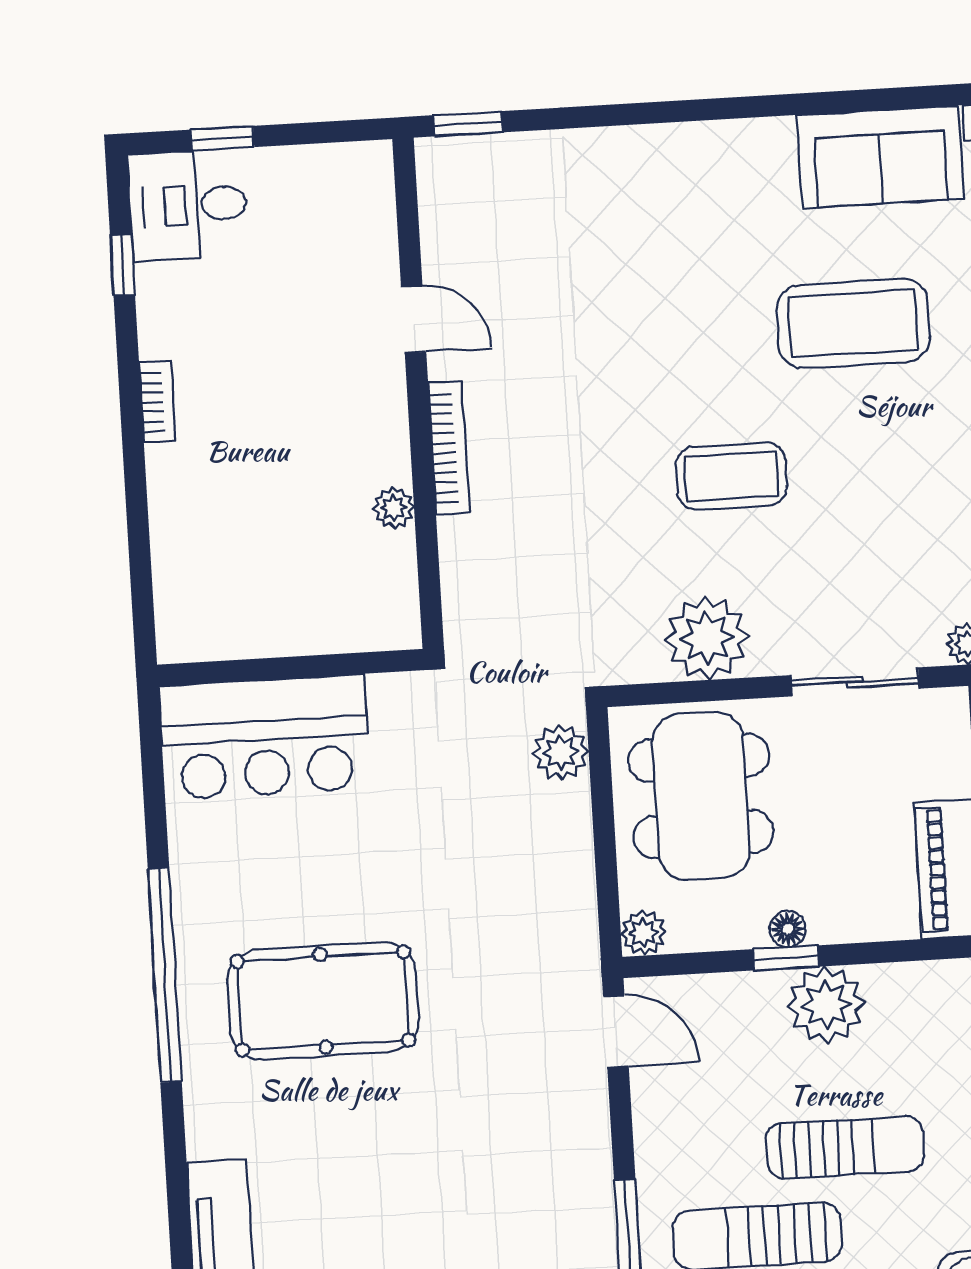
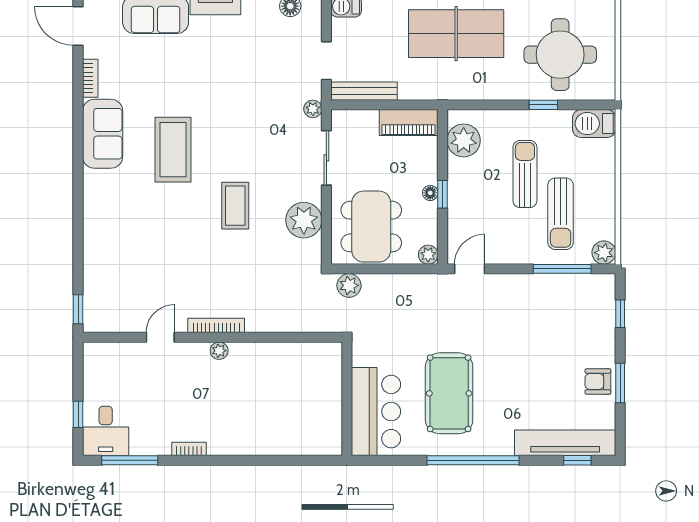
window: (123, 265) -> (130, 460), width x2.17
plant: (393, 508) -> (219, 351), moved
wall: (290, 667) -> (347, 399), moved
bar counter: (265, 737) -> (376, 412), moved
dining table: (701, 796) -> (371, 227), turned 90
window: (165, 975) -> (473, 460), moved
plant: (826, 1005) -> (464, 140), moved

